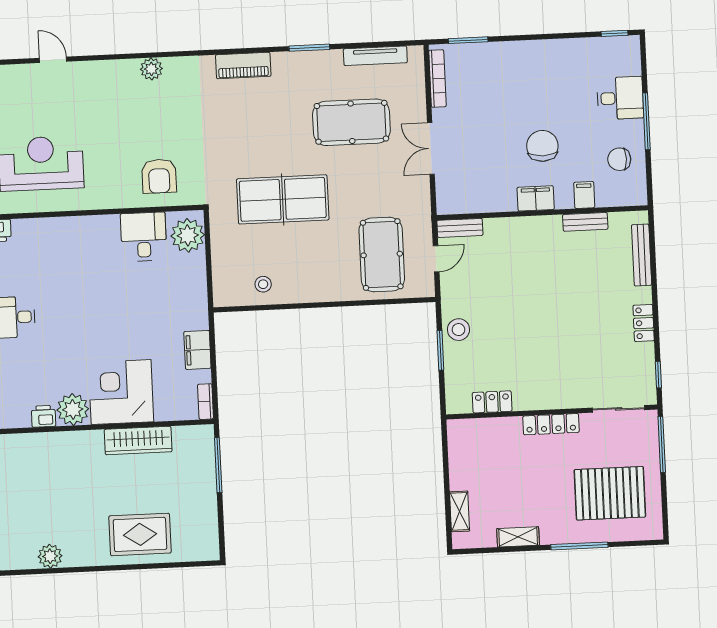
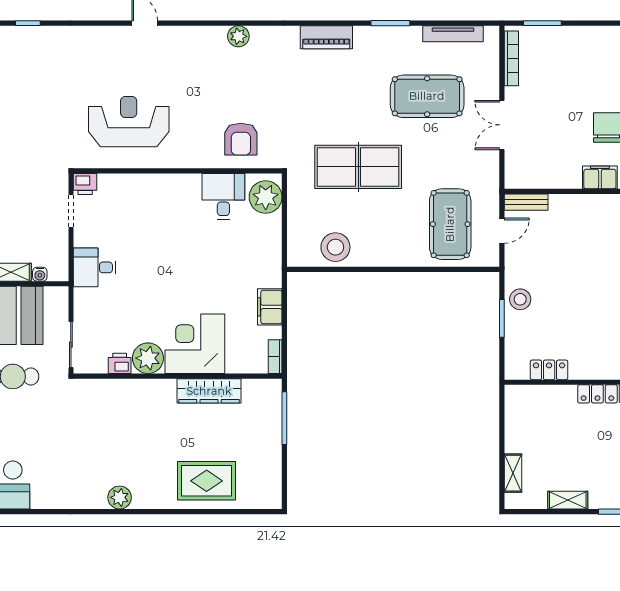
stool: (263, 284) -> (335, 247), width x1.89, depth x1.89

